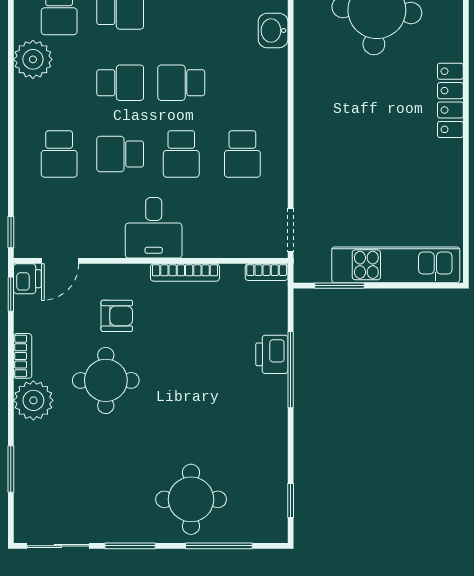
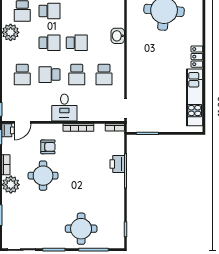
washbasin: (273, 31) -> (118, 36), moved
school desk: (181, 83) -> (77, 43), turned 180
locker: (450, 100) -> (197, 57), width x0.66
kitchen unit: (396, 265) -> (195, 97), moved, turned -90

